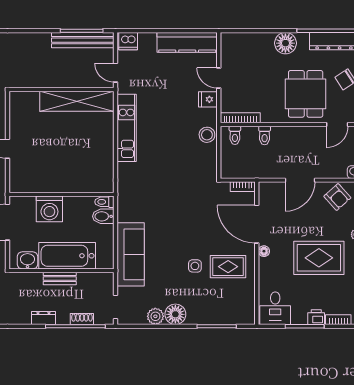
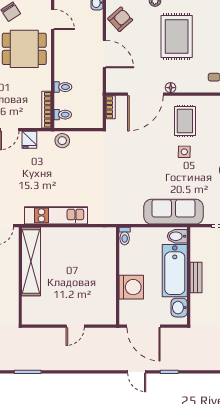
bidet: (103, 216) -> (177, 236), moved, turned 90

